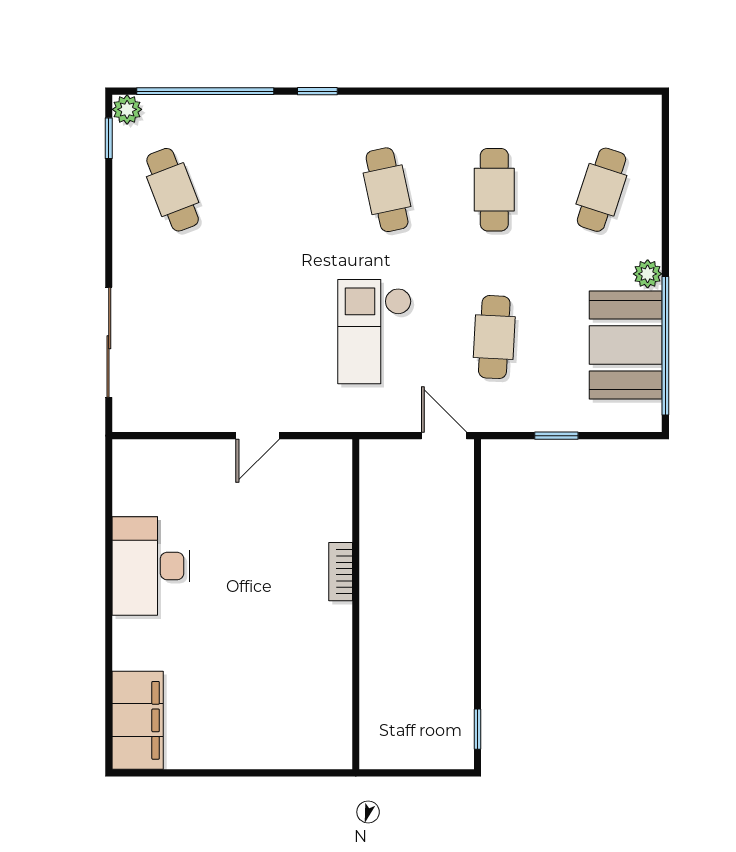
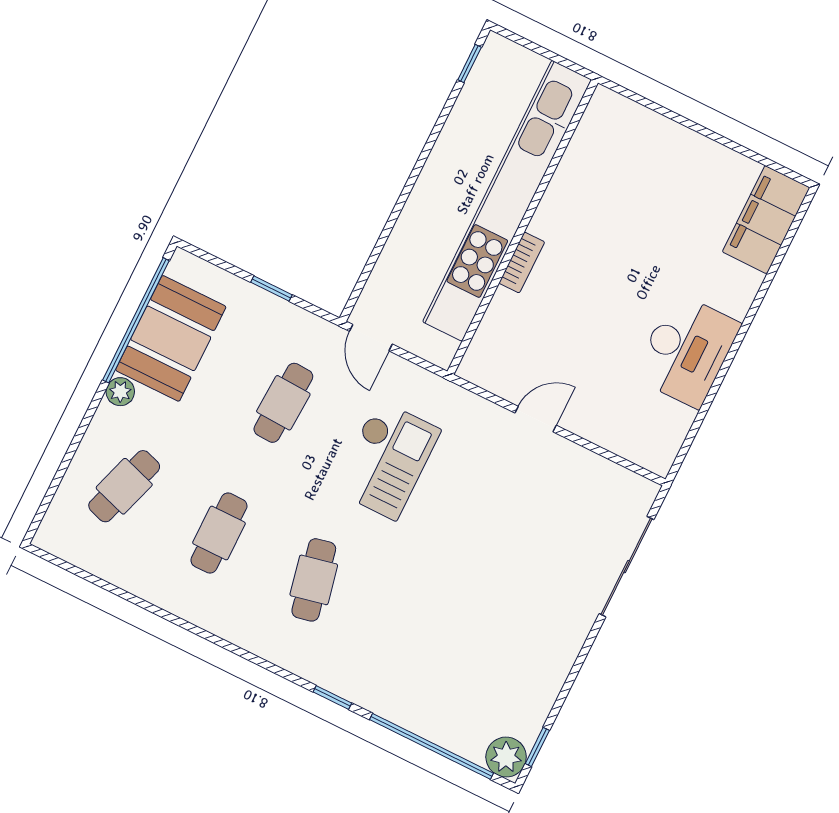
plant: (127, 109) -> (506, 757), width x1.38, depth x1.38
cafe table: (173, 190) -> (503, 674), removed
kitchen unit: (382, 621) -> (507, 201), added

